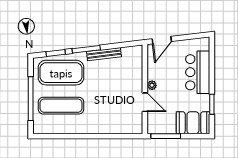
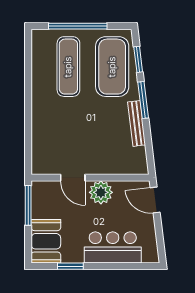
plant: (152, 85) -> (101, 192), width x1.87, depth x1.87
door: (145, 102) -> (73, 178), hinge flipped

